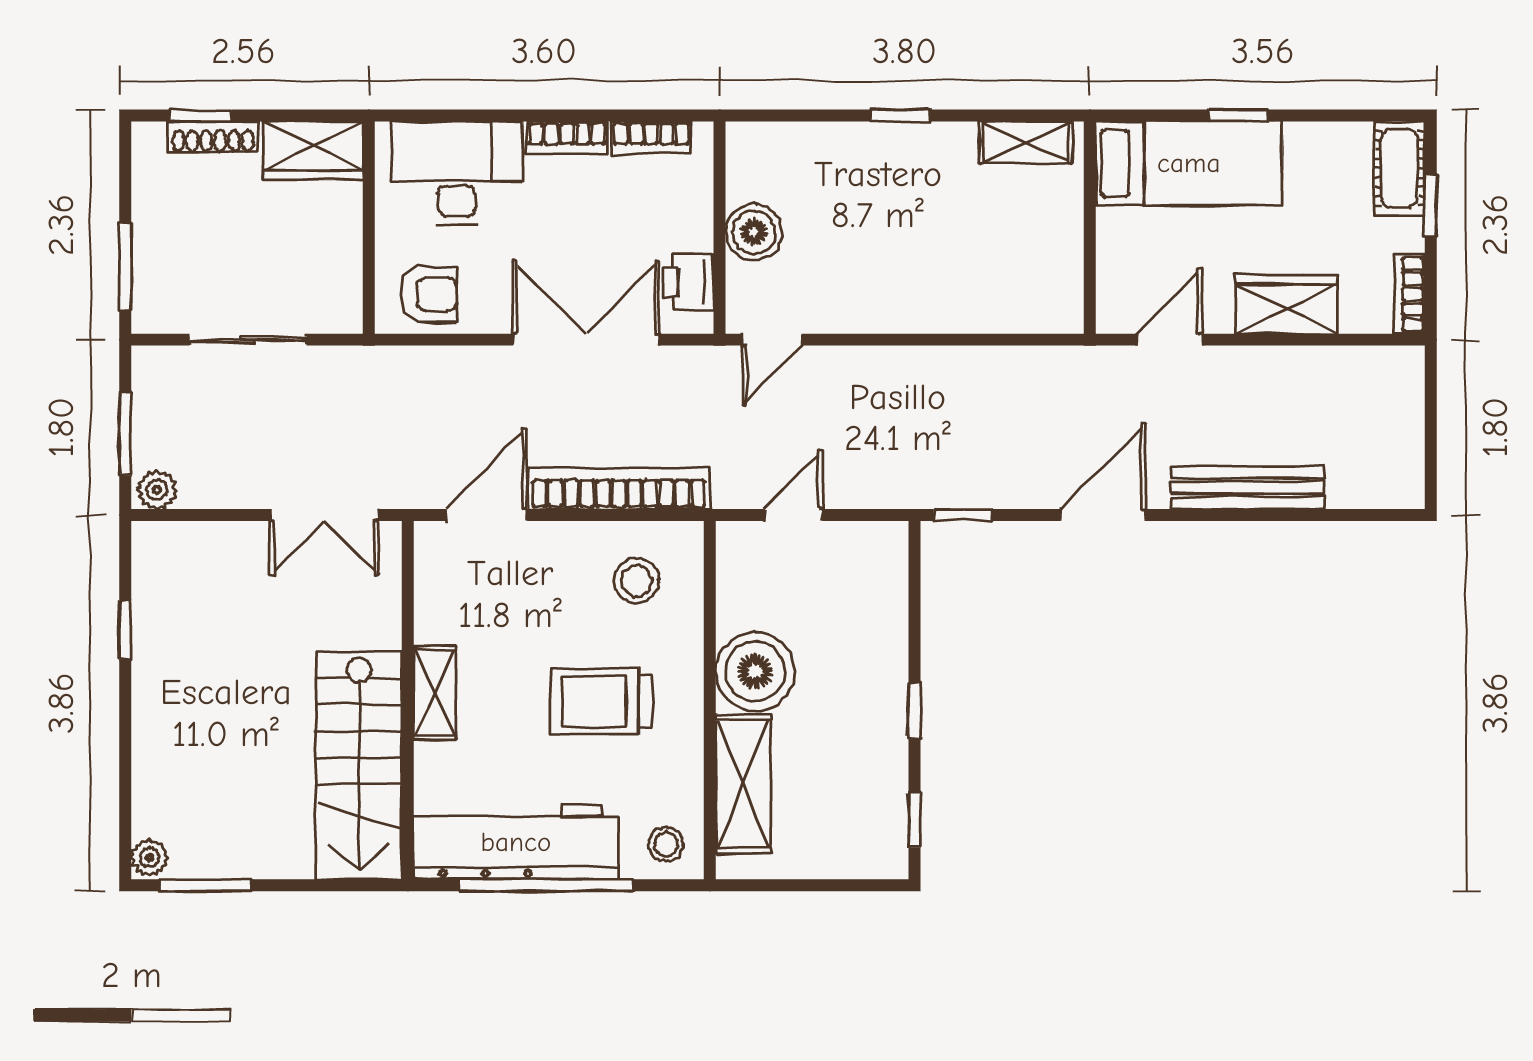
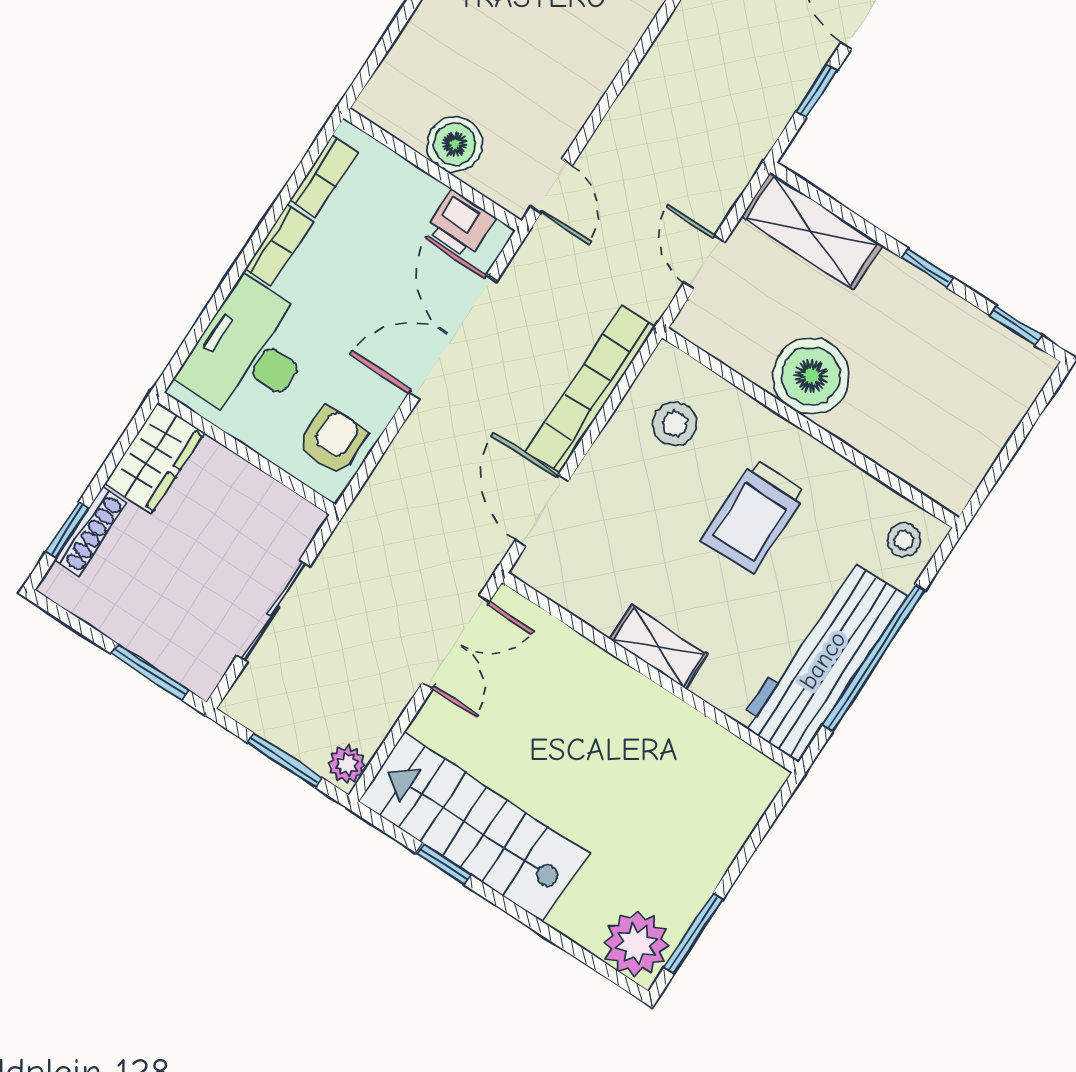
window: (963, 515) -> (816, 91), moved
stairs: (359, 766) -> (473, 827), moved, turned 180
shelving: (743, 784) -> (812, 231), moved
plant: (149, 858) -> (636, 944), width x1.88, depth x1.88

